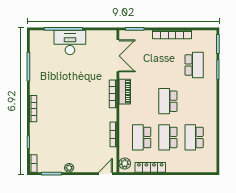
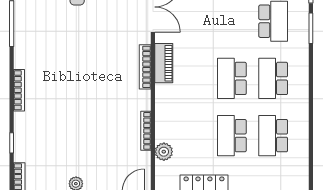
school desk: (142, 137) -> (273, 78), moved
plant: (125, 163) -> (164, 152), moved

